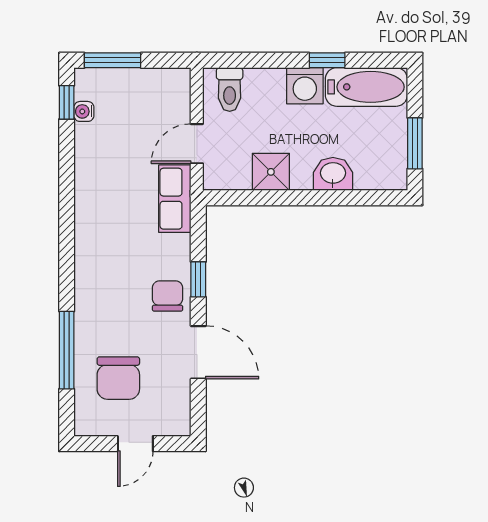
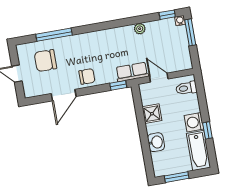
water cooler: (84, 111) -> (180, 21), moved
plant: (86, 166) -> (140, 29), added
window: (198, 279) -> (118, 85), moved

